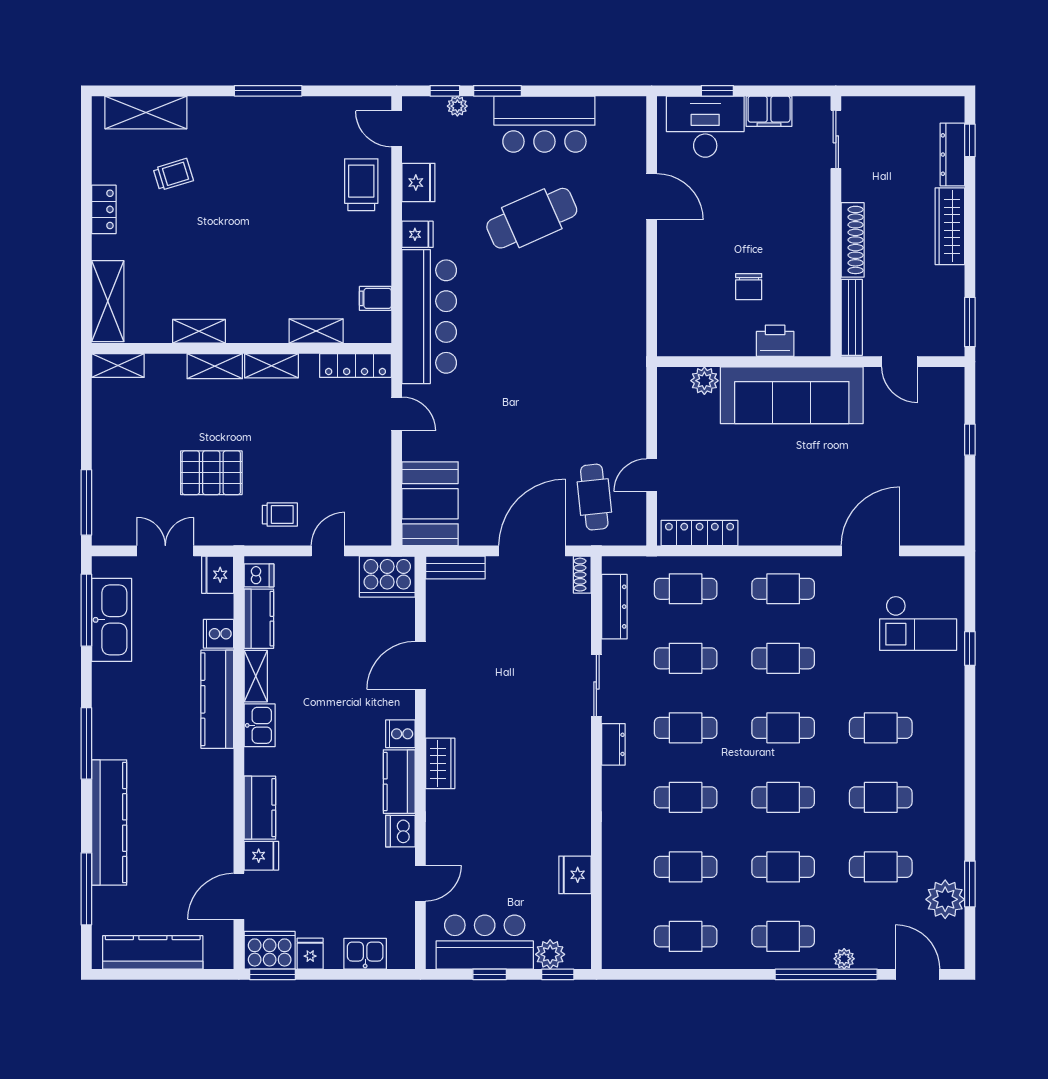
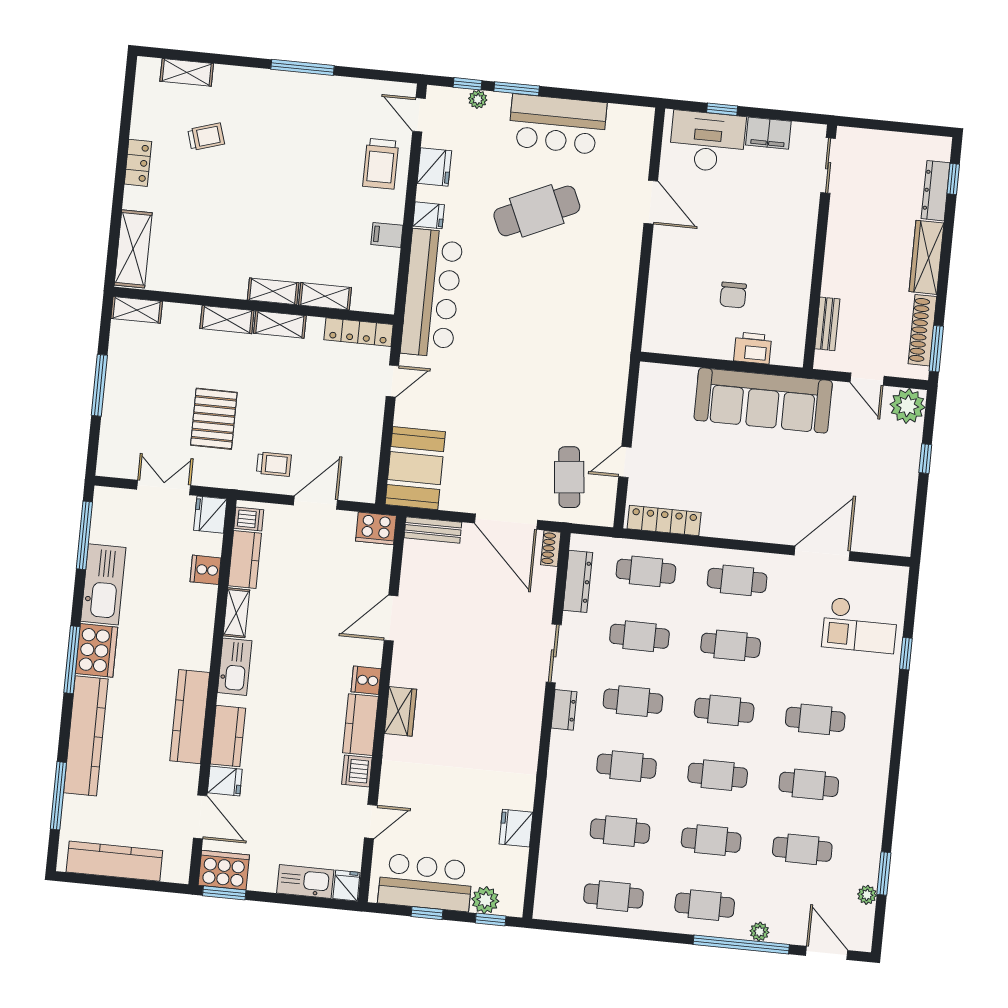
shelving: (146, 112) -> (187, 72), width x0.67, depth x0.75
trolley: (361, 185) -> (381, 164), turned 180
shoe rack: (853, 240) -> (922, 330), moved, turned 180
filing cabinet: (375, 298) -> (387, 235), moved
bench: (852, 317) -> (827, 324), width x0.73
shelving: (199, 331) -> (273, 291), moved
plant: (704, 381) -> (908, 406), moved, width x1.36, depth x1.36
door: (397, 414) -> (392, 381), hinge flipped
pallet: (211, 473) -> (214, 419), turned 90
window: (86, 502) -> (99, 385), moved
door: (328, 551) -> (315, 503), width x1.38
door: (532, 551) -> (506, 522), swing flipped
cooker: (387, 577) -> (376, 528), width x0.73, depth x0.76
kitchen sink: (112, 620) -> (103, 584), moved
kitchen counter: (217, 699) -> (190, 717), moved
kitchen sink: (260, 725) -> (235, 667), width x1.38
cooker: (111, 731) -> (97, 650), added
door: (239, 896) -> (200, 817), swing flipped
plant: (945, 899) -> (867, 895), width x0.53, depth x0.53
fridge: (310, 954) -> (346, 886), moved
kitchen sink: (365, 954) -> (305, 882), width x1.38

